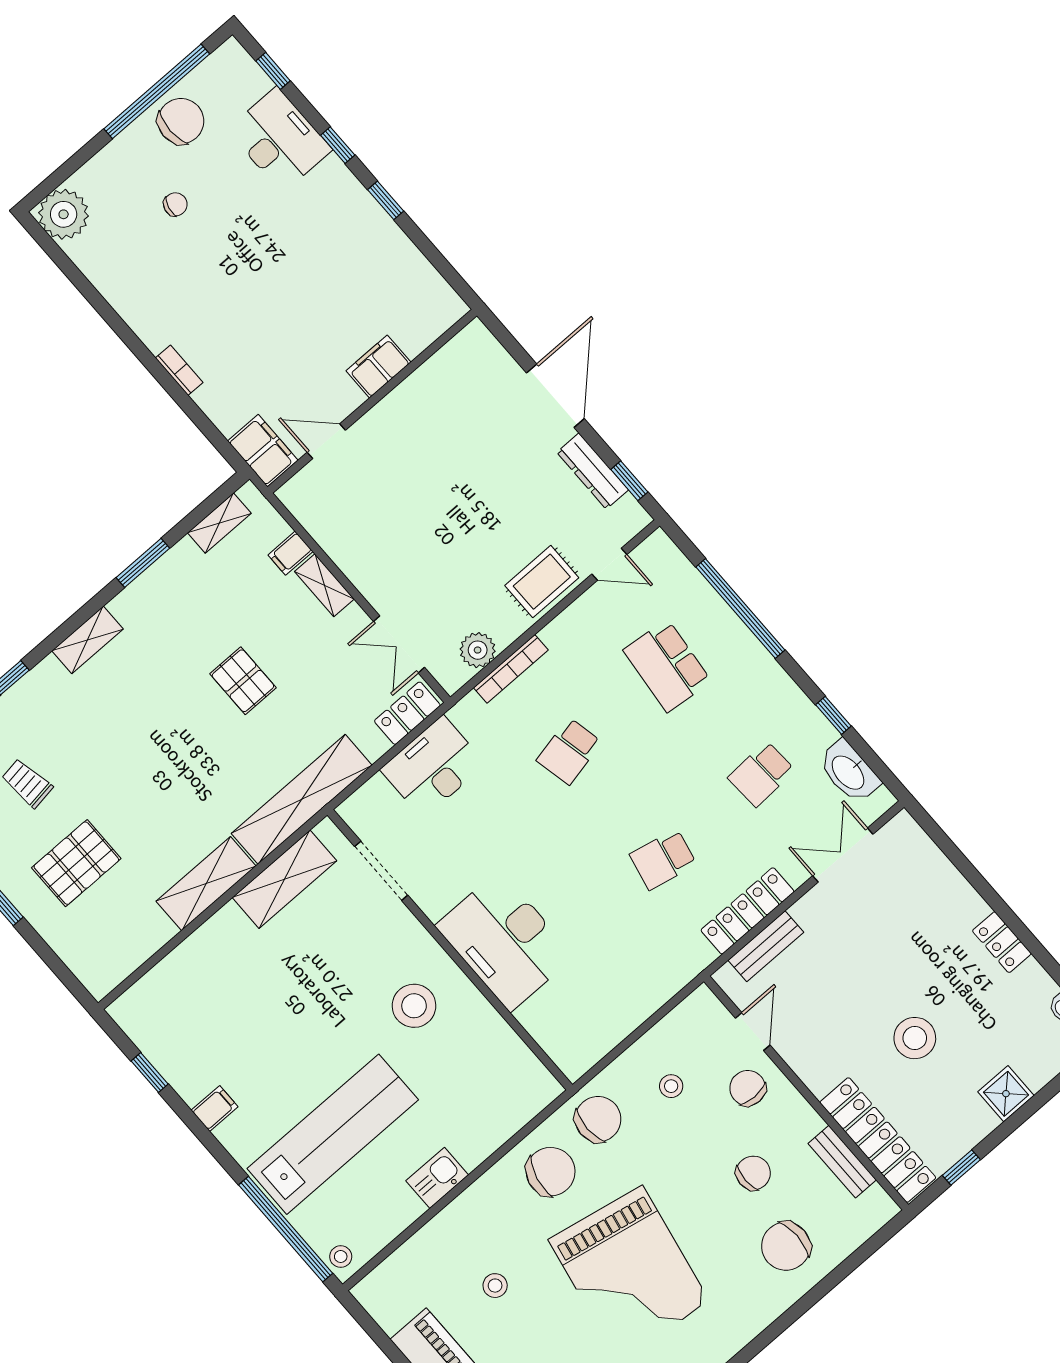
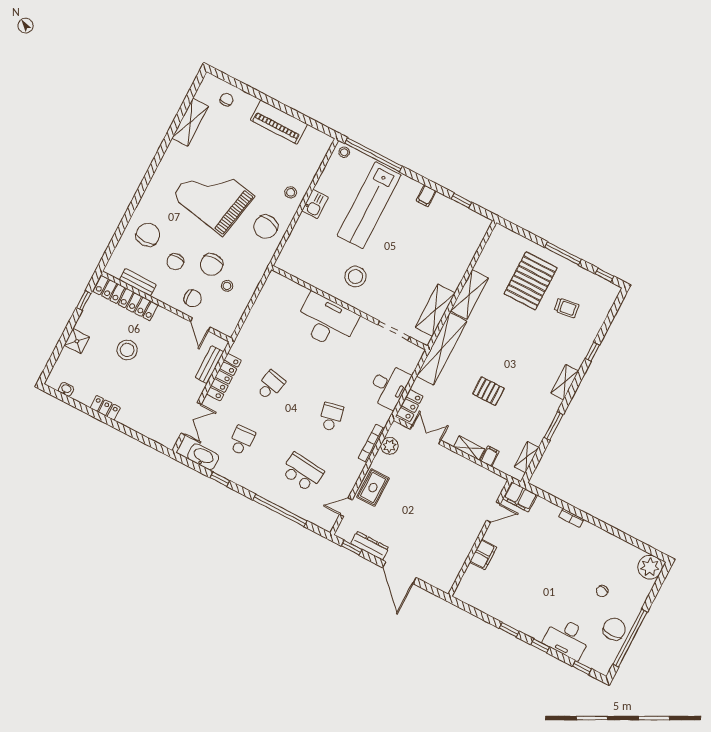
chair: (181, 121) -> (614, 629), turned 180
pallet: (76, 863) -> (531, 281), width x1.37, depth x1.41
chair: (598, 1119) -> (211, 264), moved
stool: (495, 1286) -> (291, 192), moved

